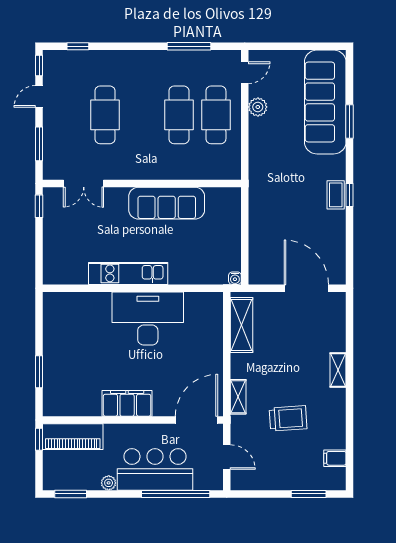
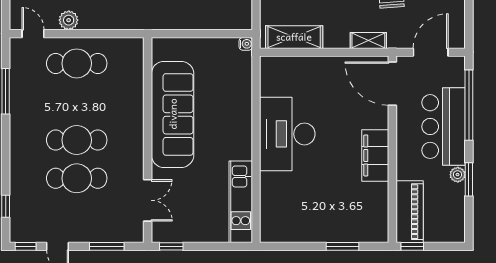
cafe table: (179, 115) -> (77, 140), moved
sofa: (167, 203) -> (173, 114), width x1.36, depth x1.27
kitchen unit: (128, 273) -> (241, 202), moved
door: (227, 457) -> (431, 52), width x1.38
window: (71, 494) -> (469, 179), moved

